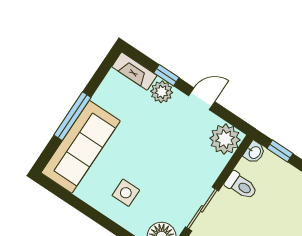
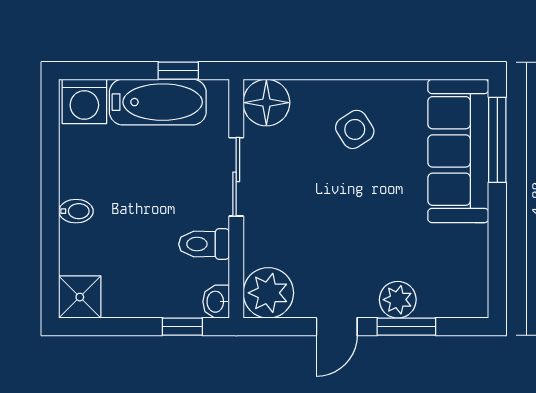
fireplace: (134, 71) -> (454, 303), removed
window: (166, 75) -> (406, 327), width x1.50
window: (72, 116) -> (497, 140), moved
side table: (126, 193) -> (355, 129), turned -33

